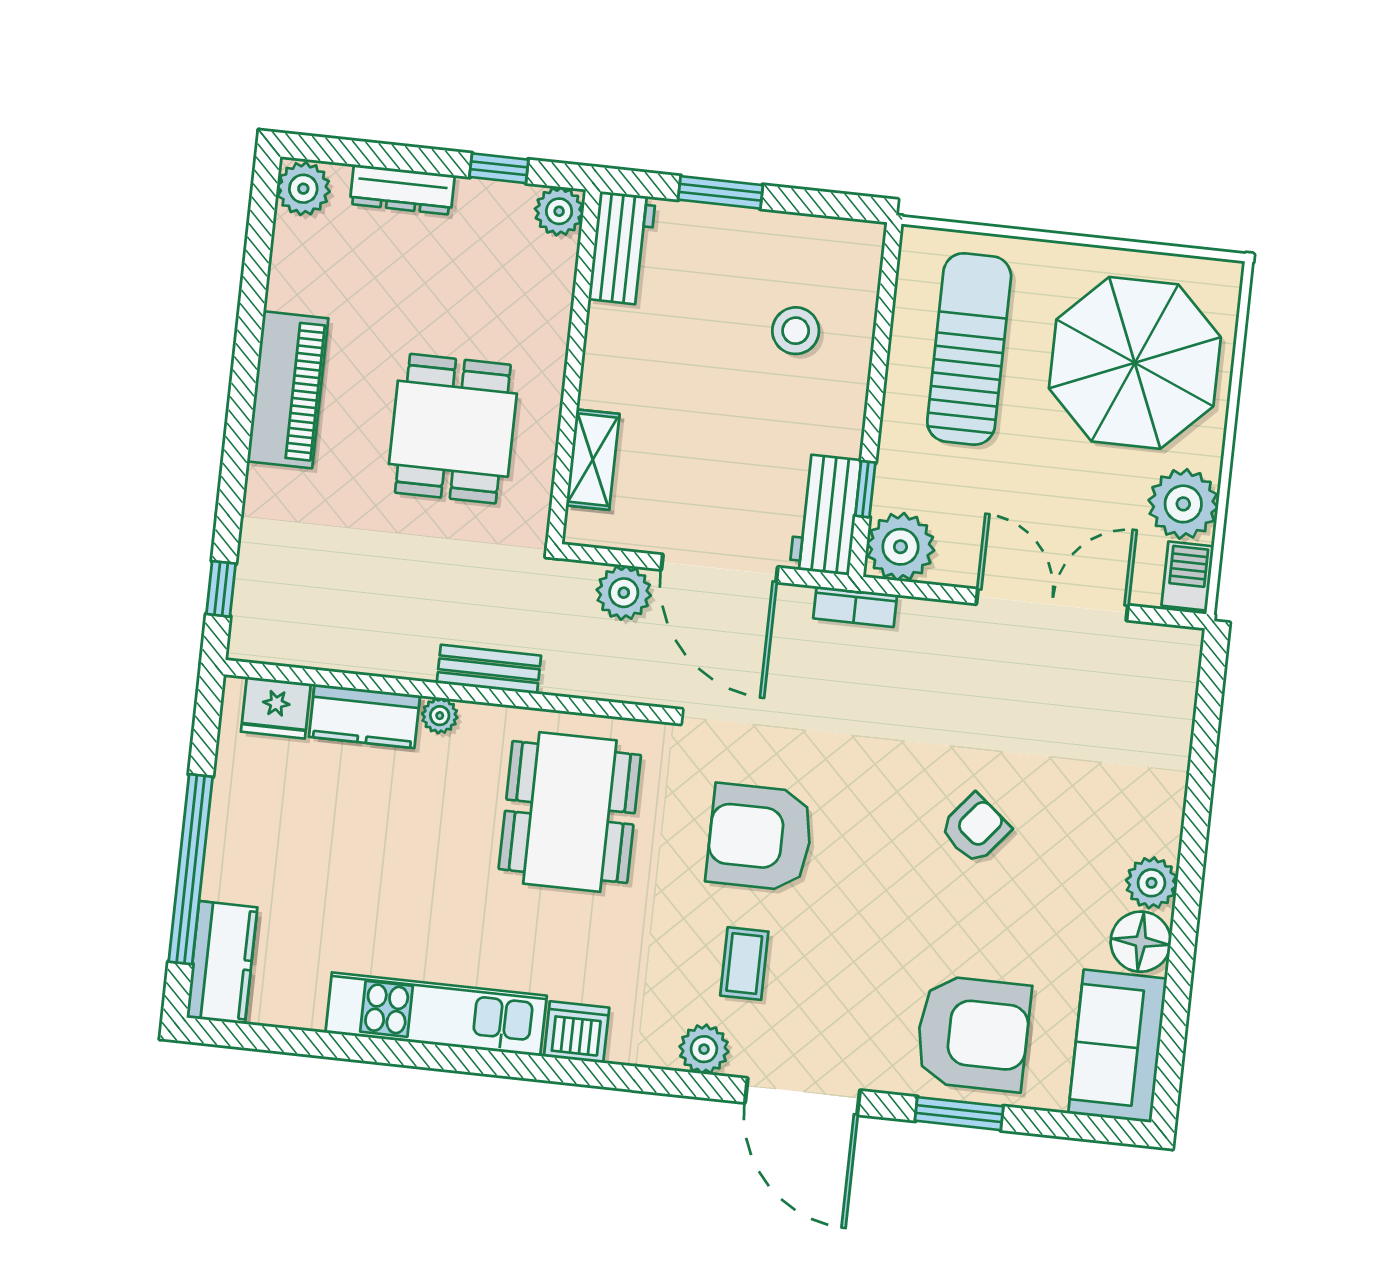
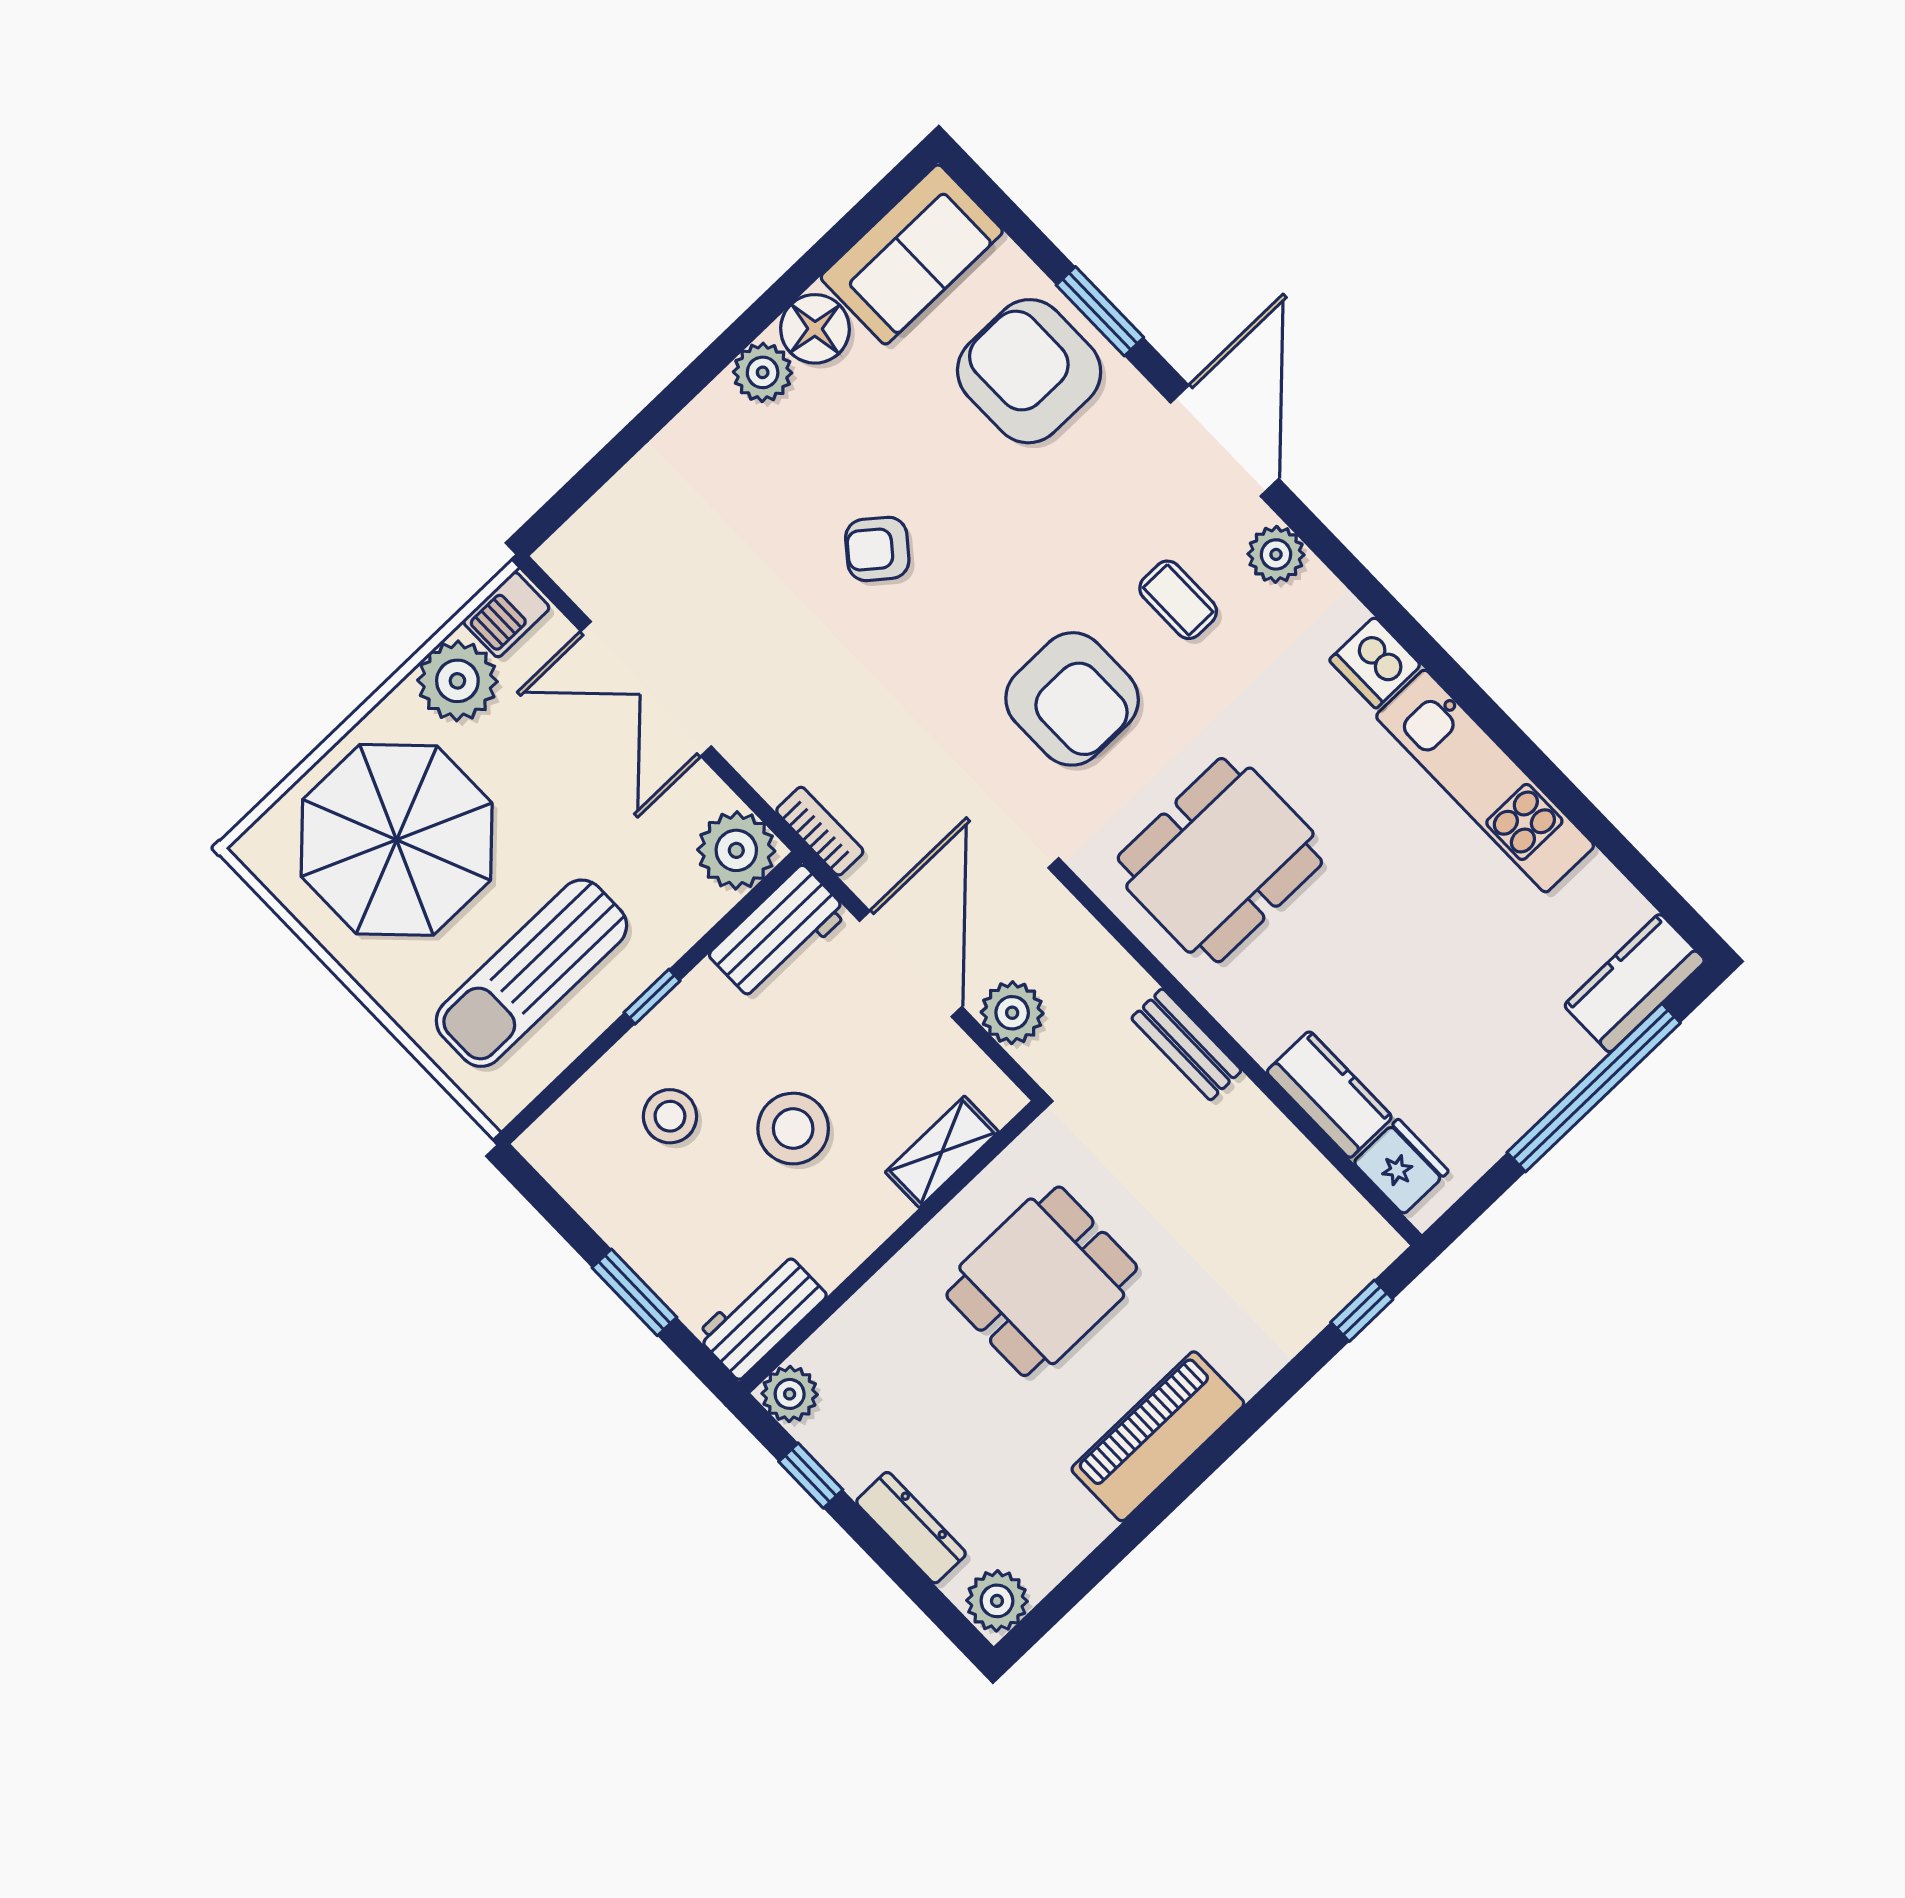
stool: (706, 392) -> (793, 1129), added
window: (865, 489) -> (652, 997), moved
plant: (440, 716) -> (1263, 1040), removed
coffee table: (744, 964) -> (1178, 600), turned 90

